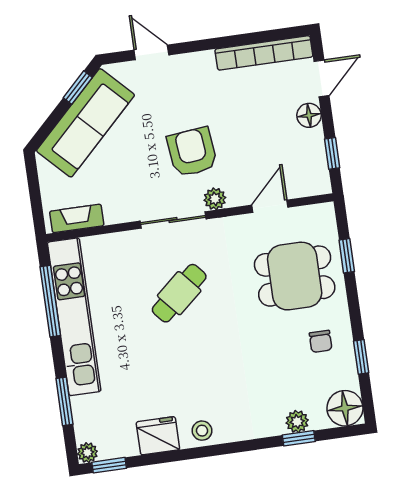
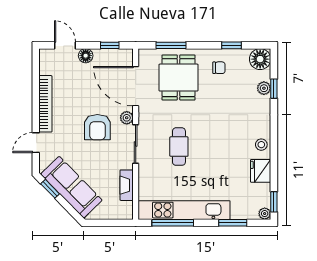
bookcase: (264, 53) -> (45, 104), moved
armchair: (192, 152) -> (97, 127), turned -84
door: (270, 206) -> (136, 86), width x1.87
fireplace: (77, 218) -> (127, 185), moved
window: (347, 256) -> (171, 45), width x1.50
cafe table: (179, 293) -> (179, 147), turned 41

